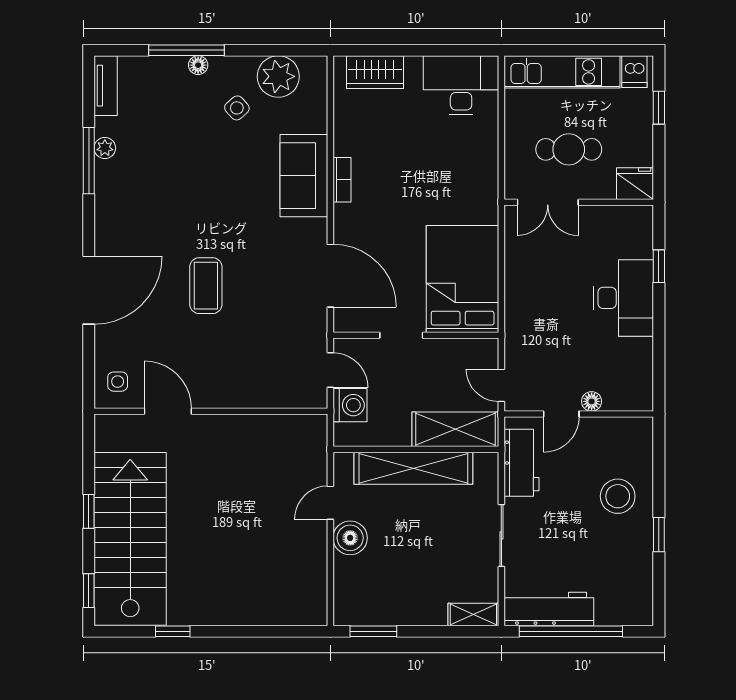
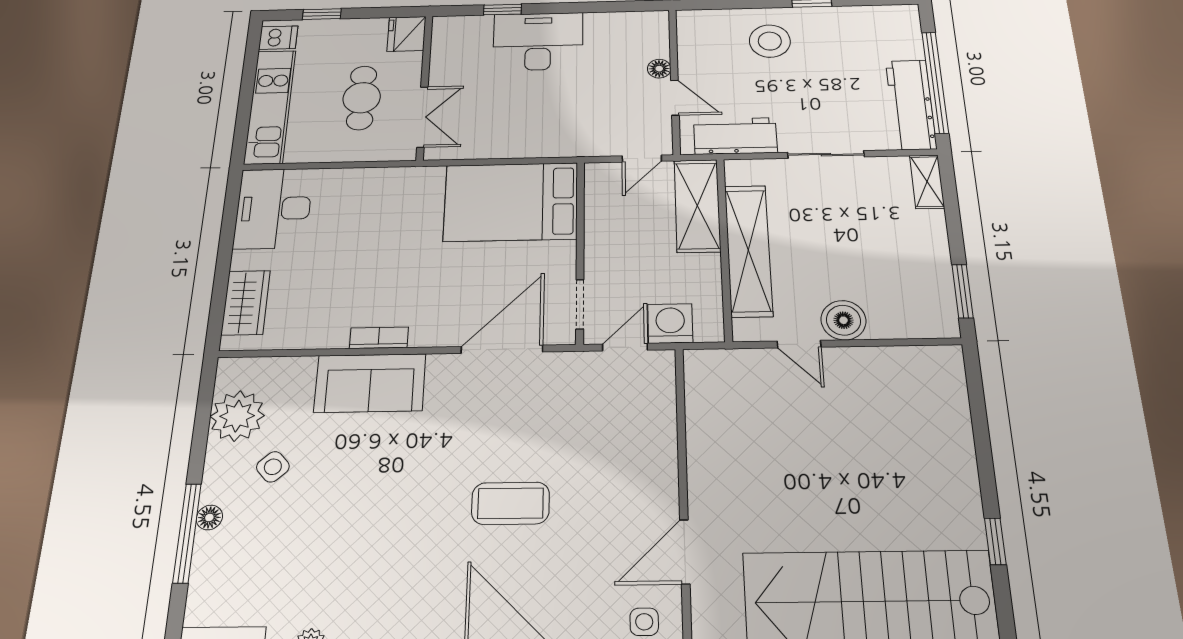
doorway: (401, 335) -> (580, 304), moved

